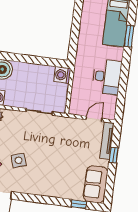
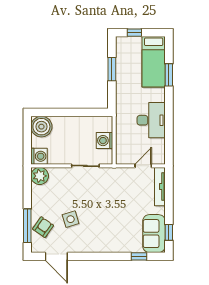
window: (76, 24) -> (112, 69), added
washing machine: (62, 75) -> (105, 141), moved
window: (114, 155) -> (169, 232), moved

